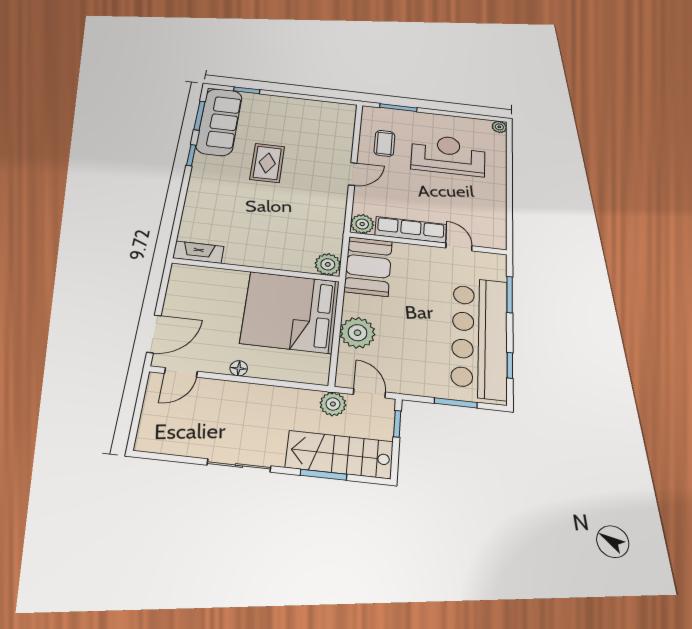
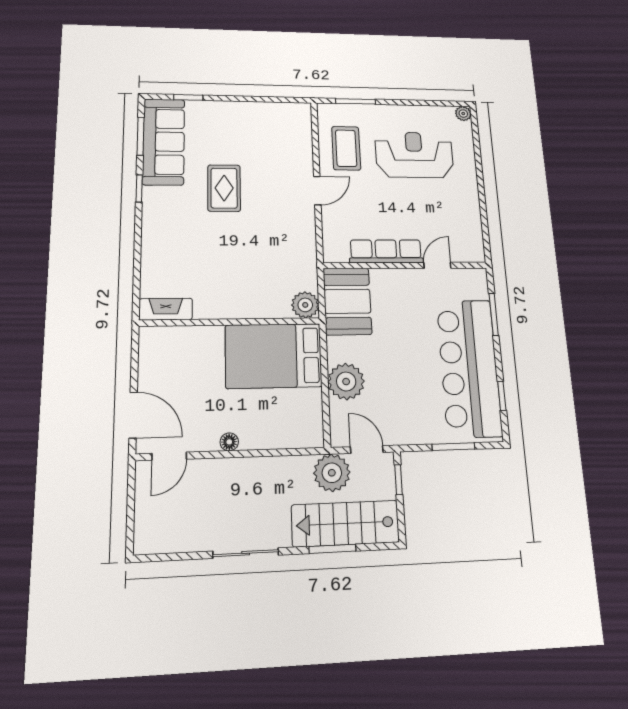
coffee table: (384, 143) -> (346, 148), width x1.36, depth x1.30
plant: (362, 224) -> (335, 251), removed
door: (459, 247) -> (437, 265), hinge flipped
bed: (290, 312) -> (274, 356), width x0.73
door: (154, 334) -> (133, 415), hinge flipped
plant: (333, 404) -> (332, 473), width x1.36, depth x1.36

